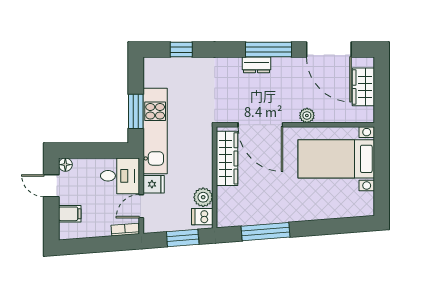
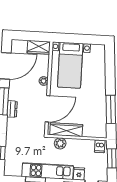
wardrobe: (363, 87) -> (39, 47), moved
plant: (203, 197) -> (60, 143), moved

